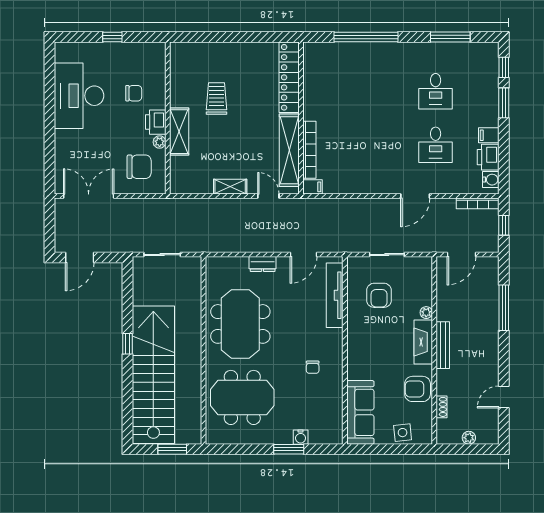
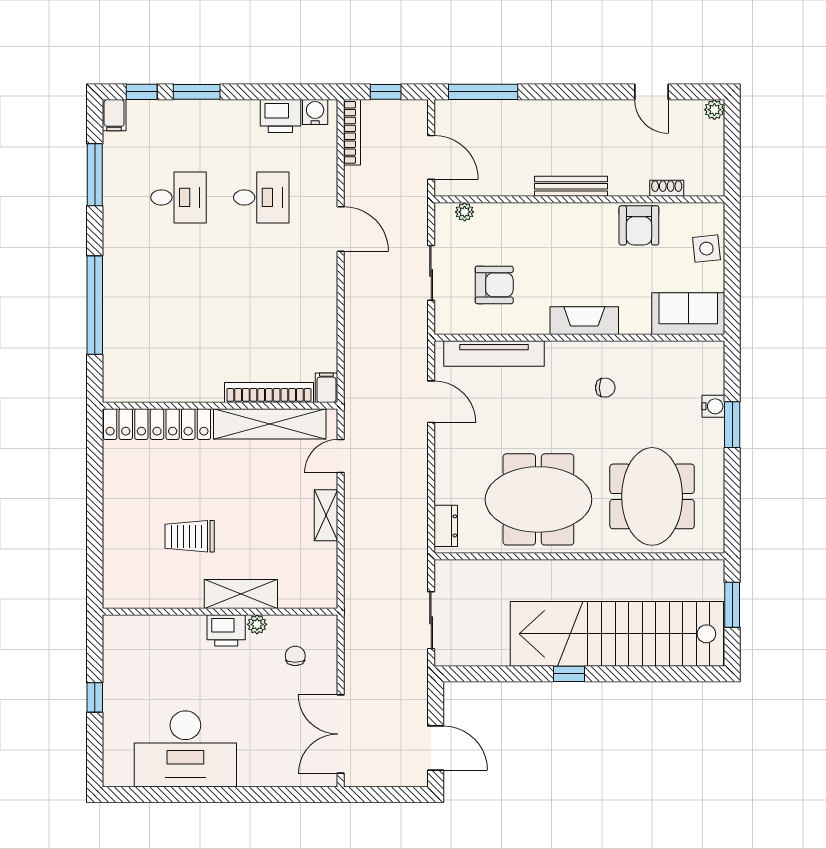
chair: (134, 93) -> (182, 664), removed
filing cabinet: (489, 135) -> (114, 115), moved
chair: (139, 167) -> (295, 656), width x0.54, depth x0.54
dresser: (263, 264) -> (446, 526), moved
window: (504, 308) -> (483, 92), moved
plant: (426, 313) -> (465, 212), moved
fireplace: (423, 342) -> (584, 321), moved, turned 180
sofa: (360, 412) -> (688, 314), width x0.73
plant: (469, 438) -> (714, 110), moved

